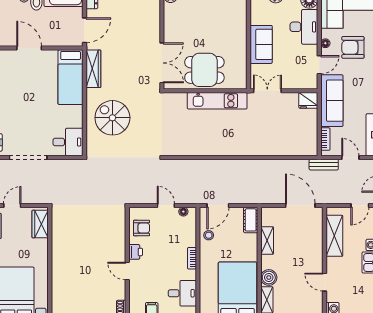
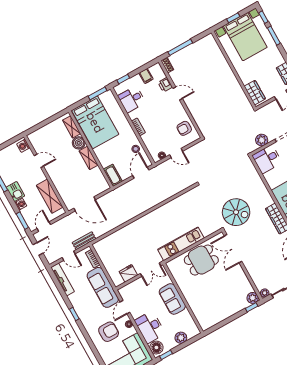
fridge: (308, 100) -> (128, 273), moved
spiral stairs: (112, 118) -> (236, 212), moved
plant: (62, 167) -> (262, 140), added
shelving: (267, 241) -> (89, 158), moved
printer: (136, 252) -> (165, 85), moved

